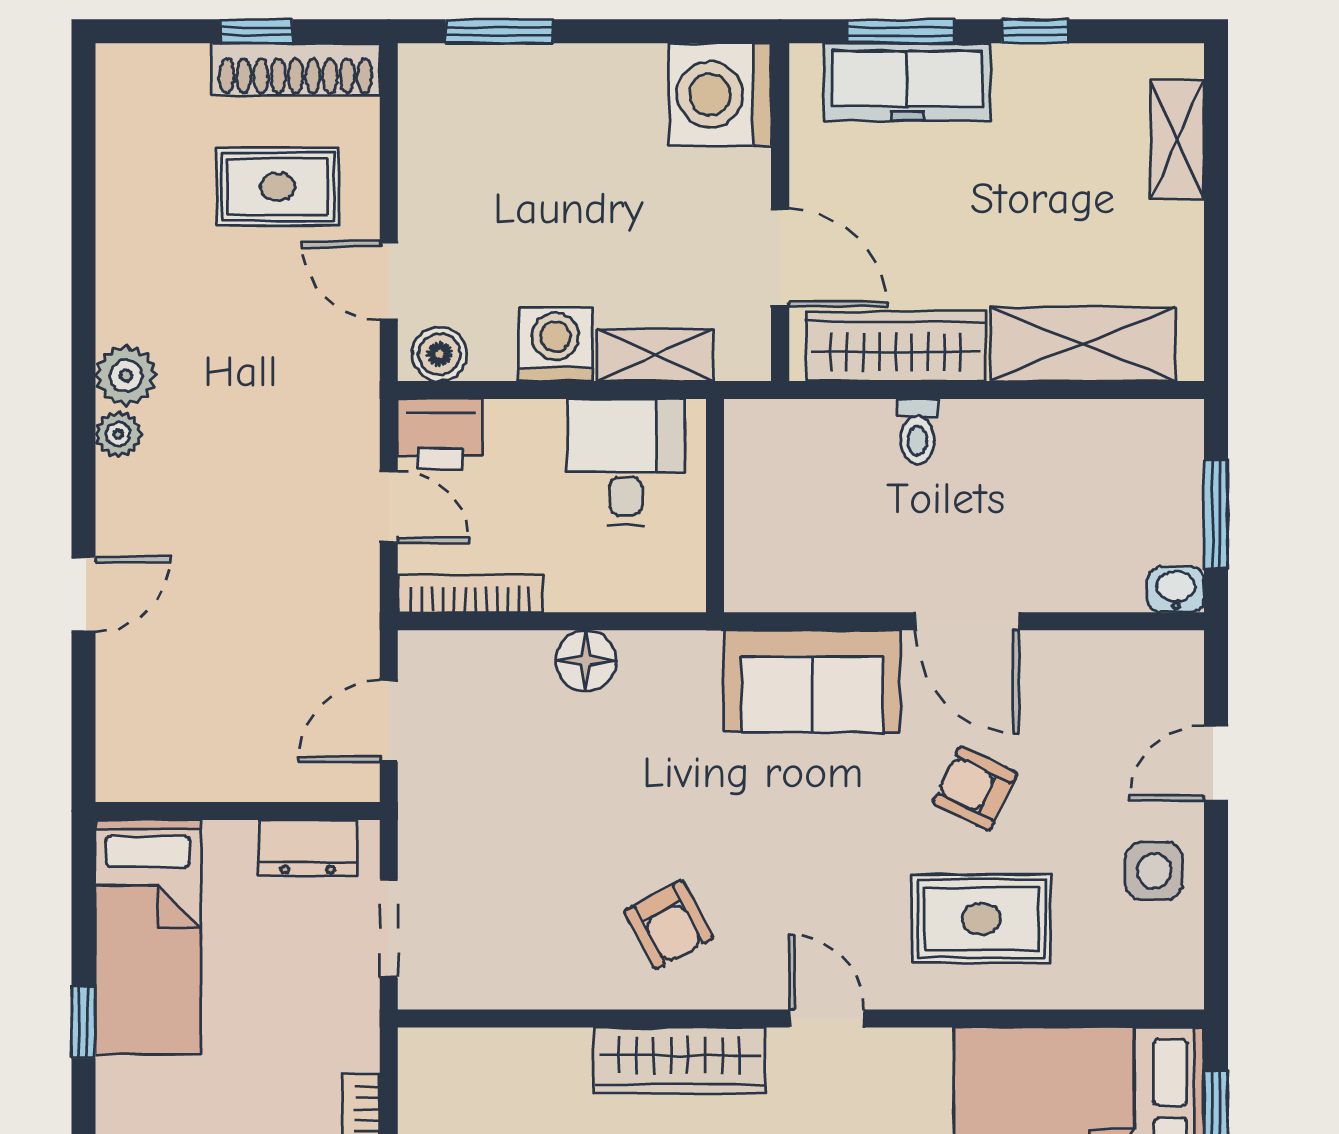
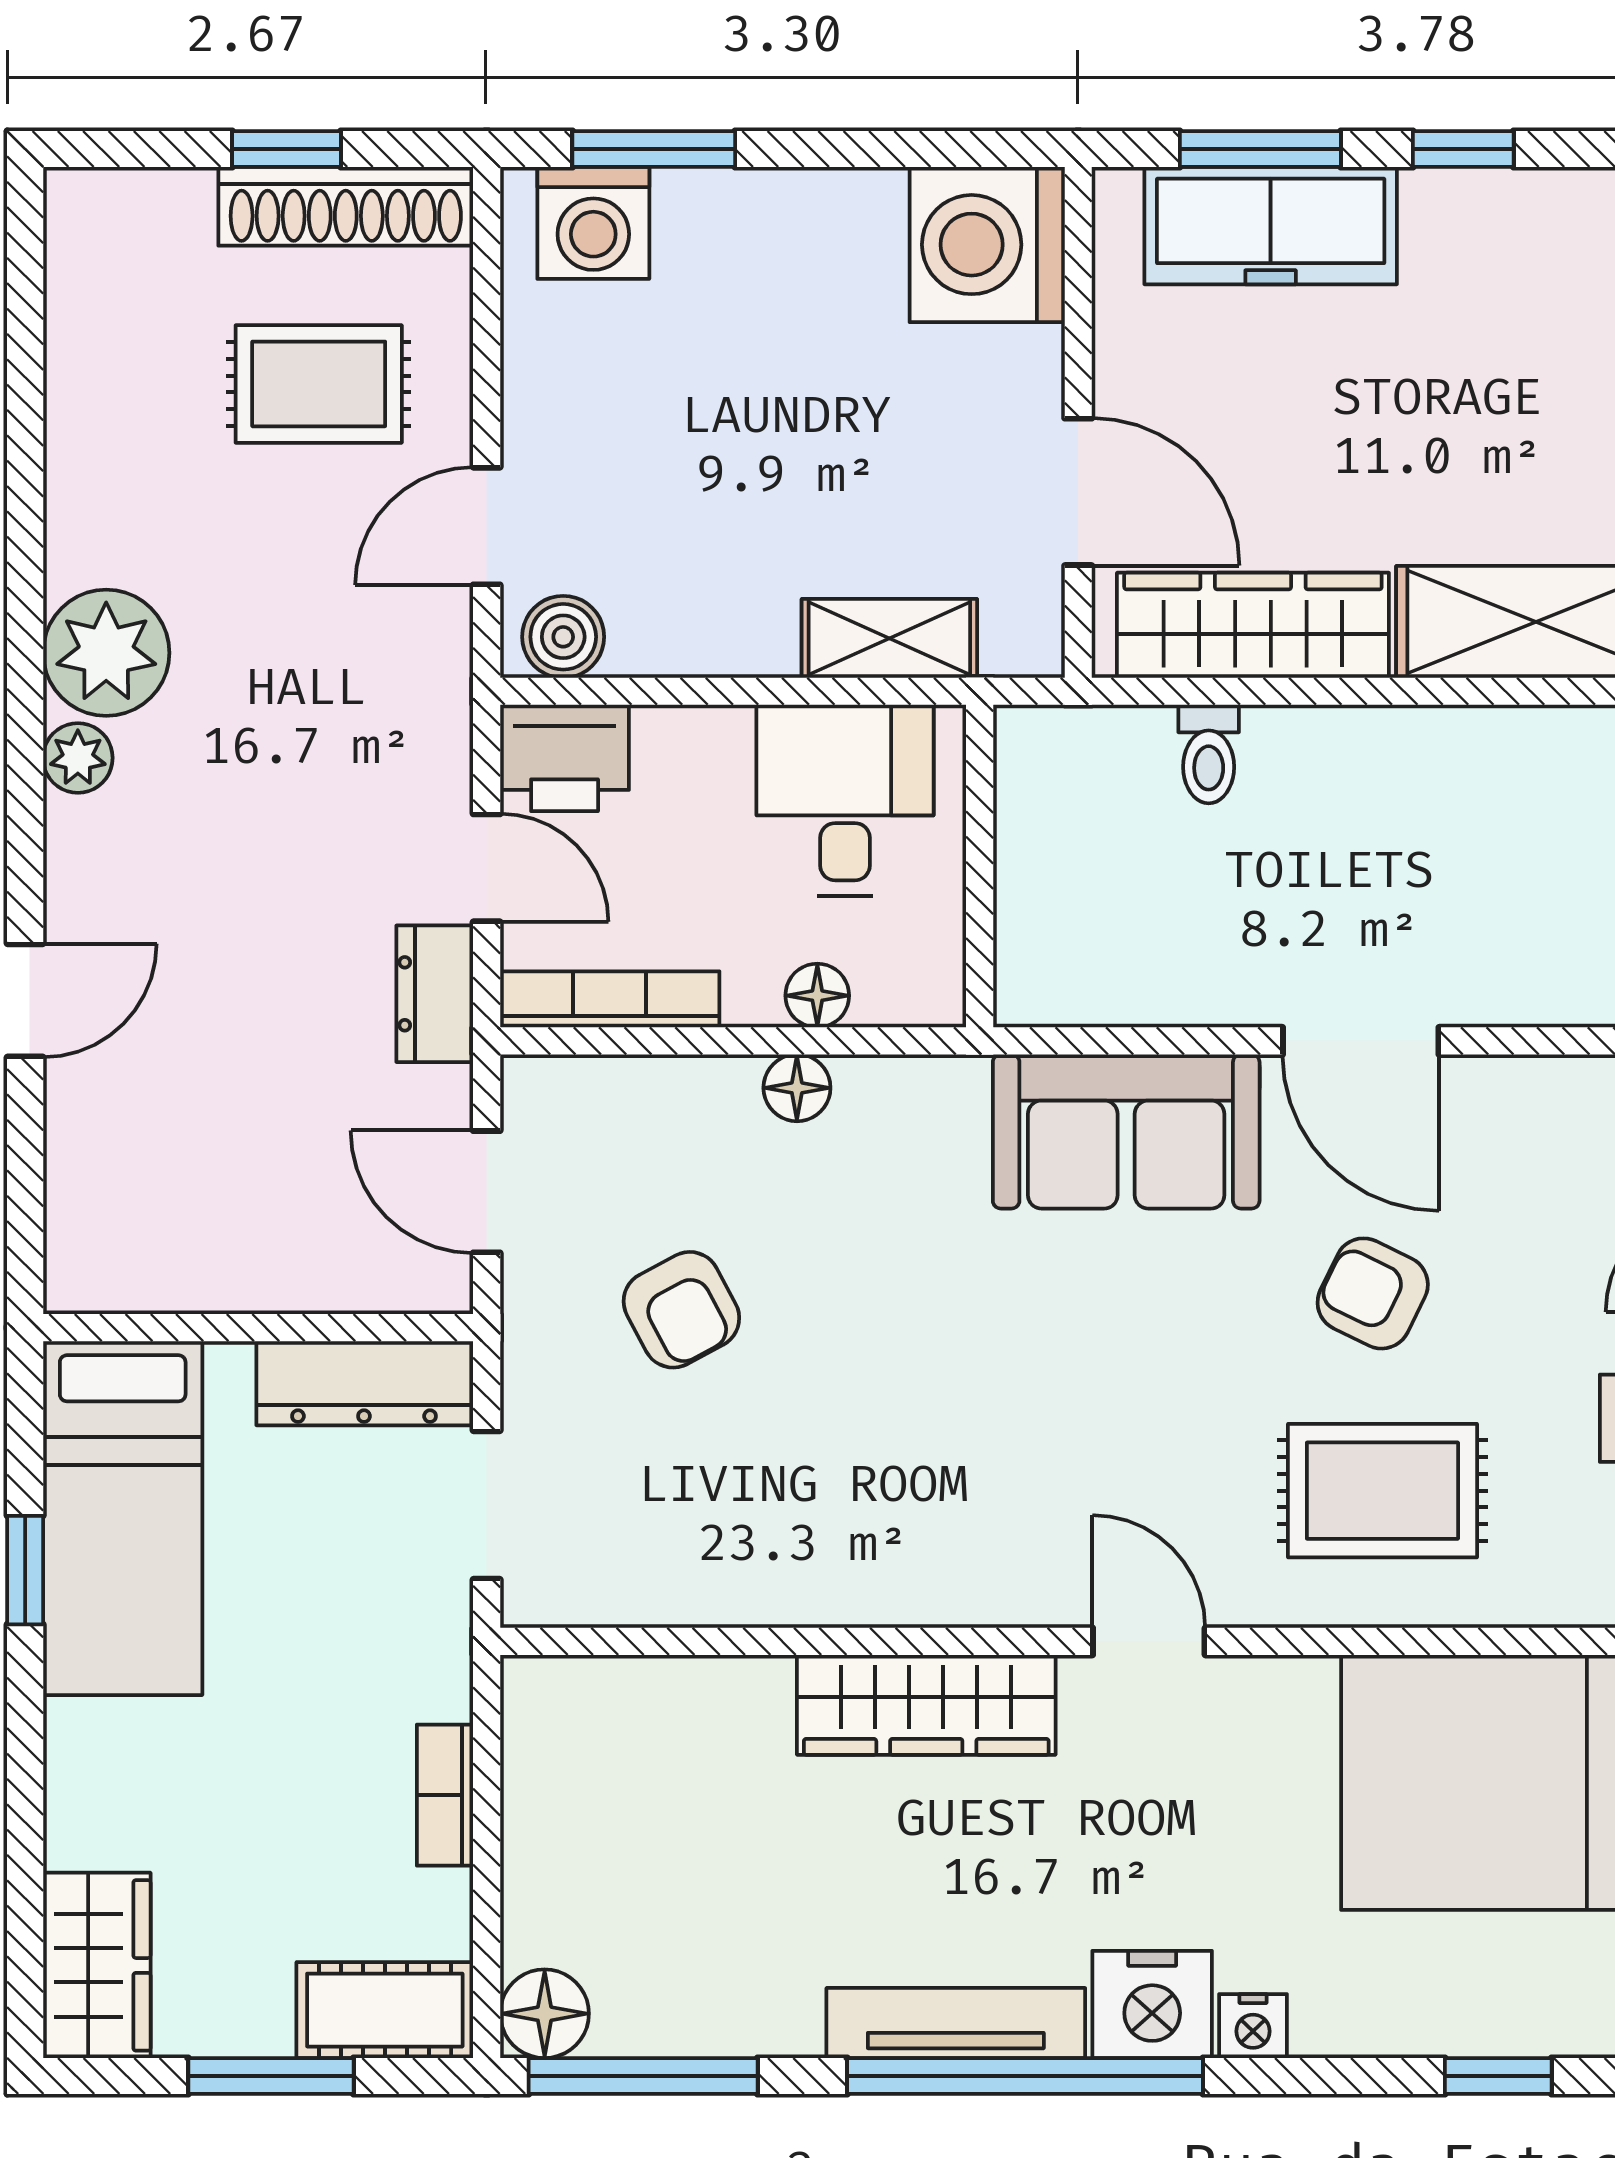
door: (389, 281) -> (487, 526), hinge flipped
washing machine: (555, 344) -> (593, 223), moved, turned 180
plant: (126, 376) -> (106, 653), width x1.36, depth x1.36
toilet: (917, 432) -> (1209, 754), moved
dresser: (354, 590) -> (435, 994), added
floor lamp: (607, 591) -> (817, 996), added
floor lamp: (586, 661) -> (797, 1088), width x0.73, depth x0.73
door: (389, 721) -> (487, 1192), hinge flipped
dresser: (308, 848) -> (364, 1383), width x1.44
armchair: (669, 925) -> (681, 1310), moved
window: (83, 1022) -> (25, 1570), moved

